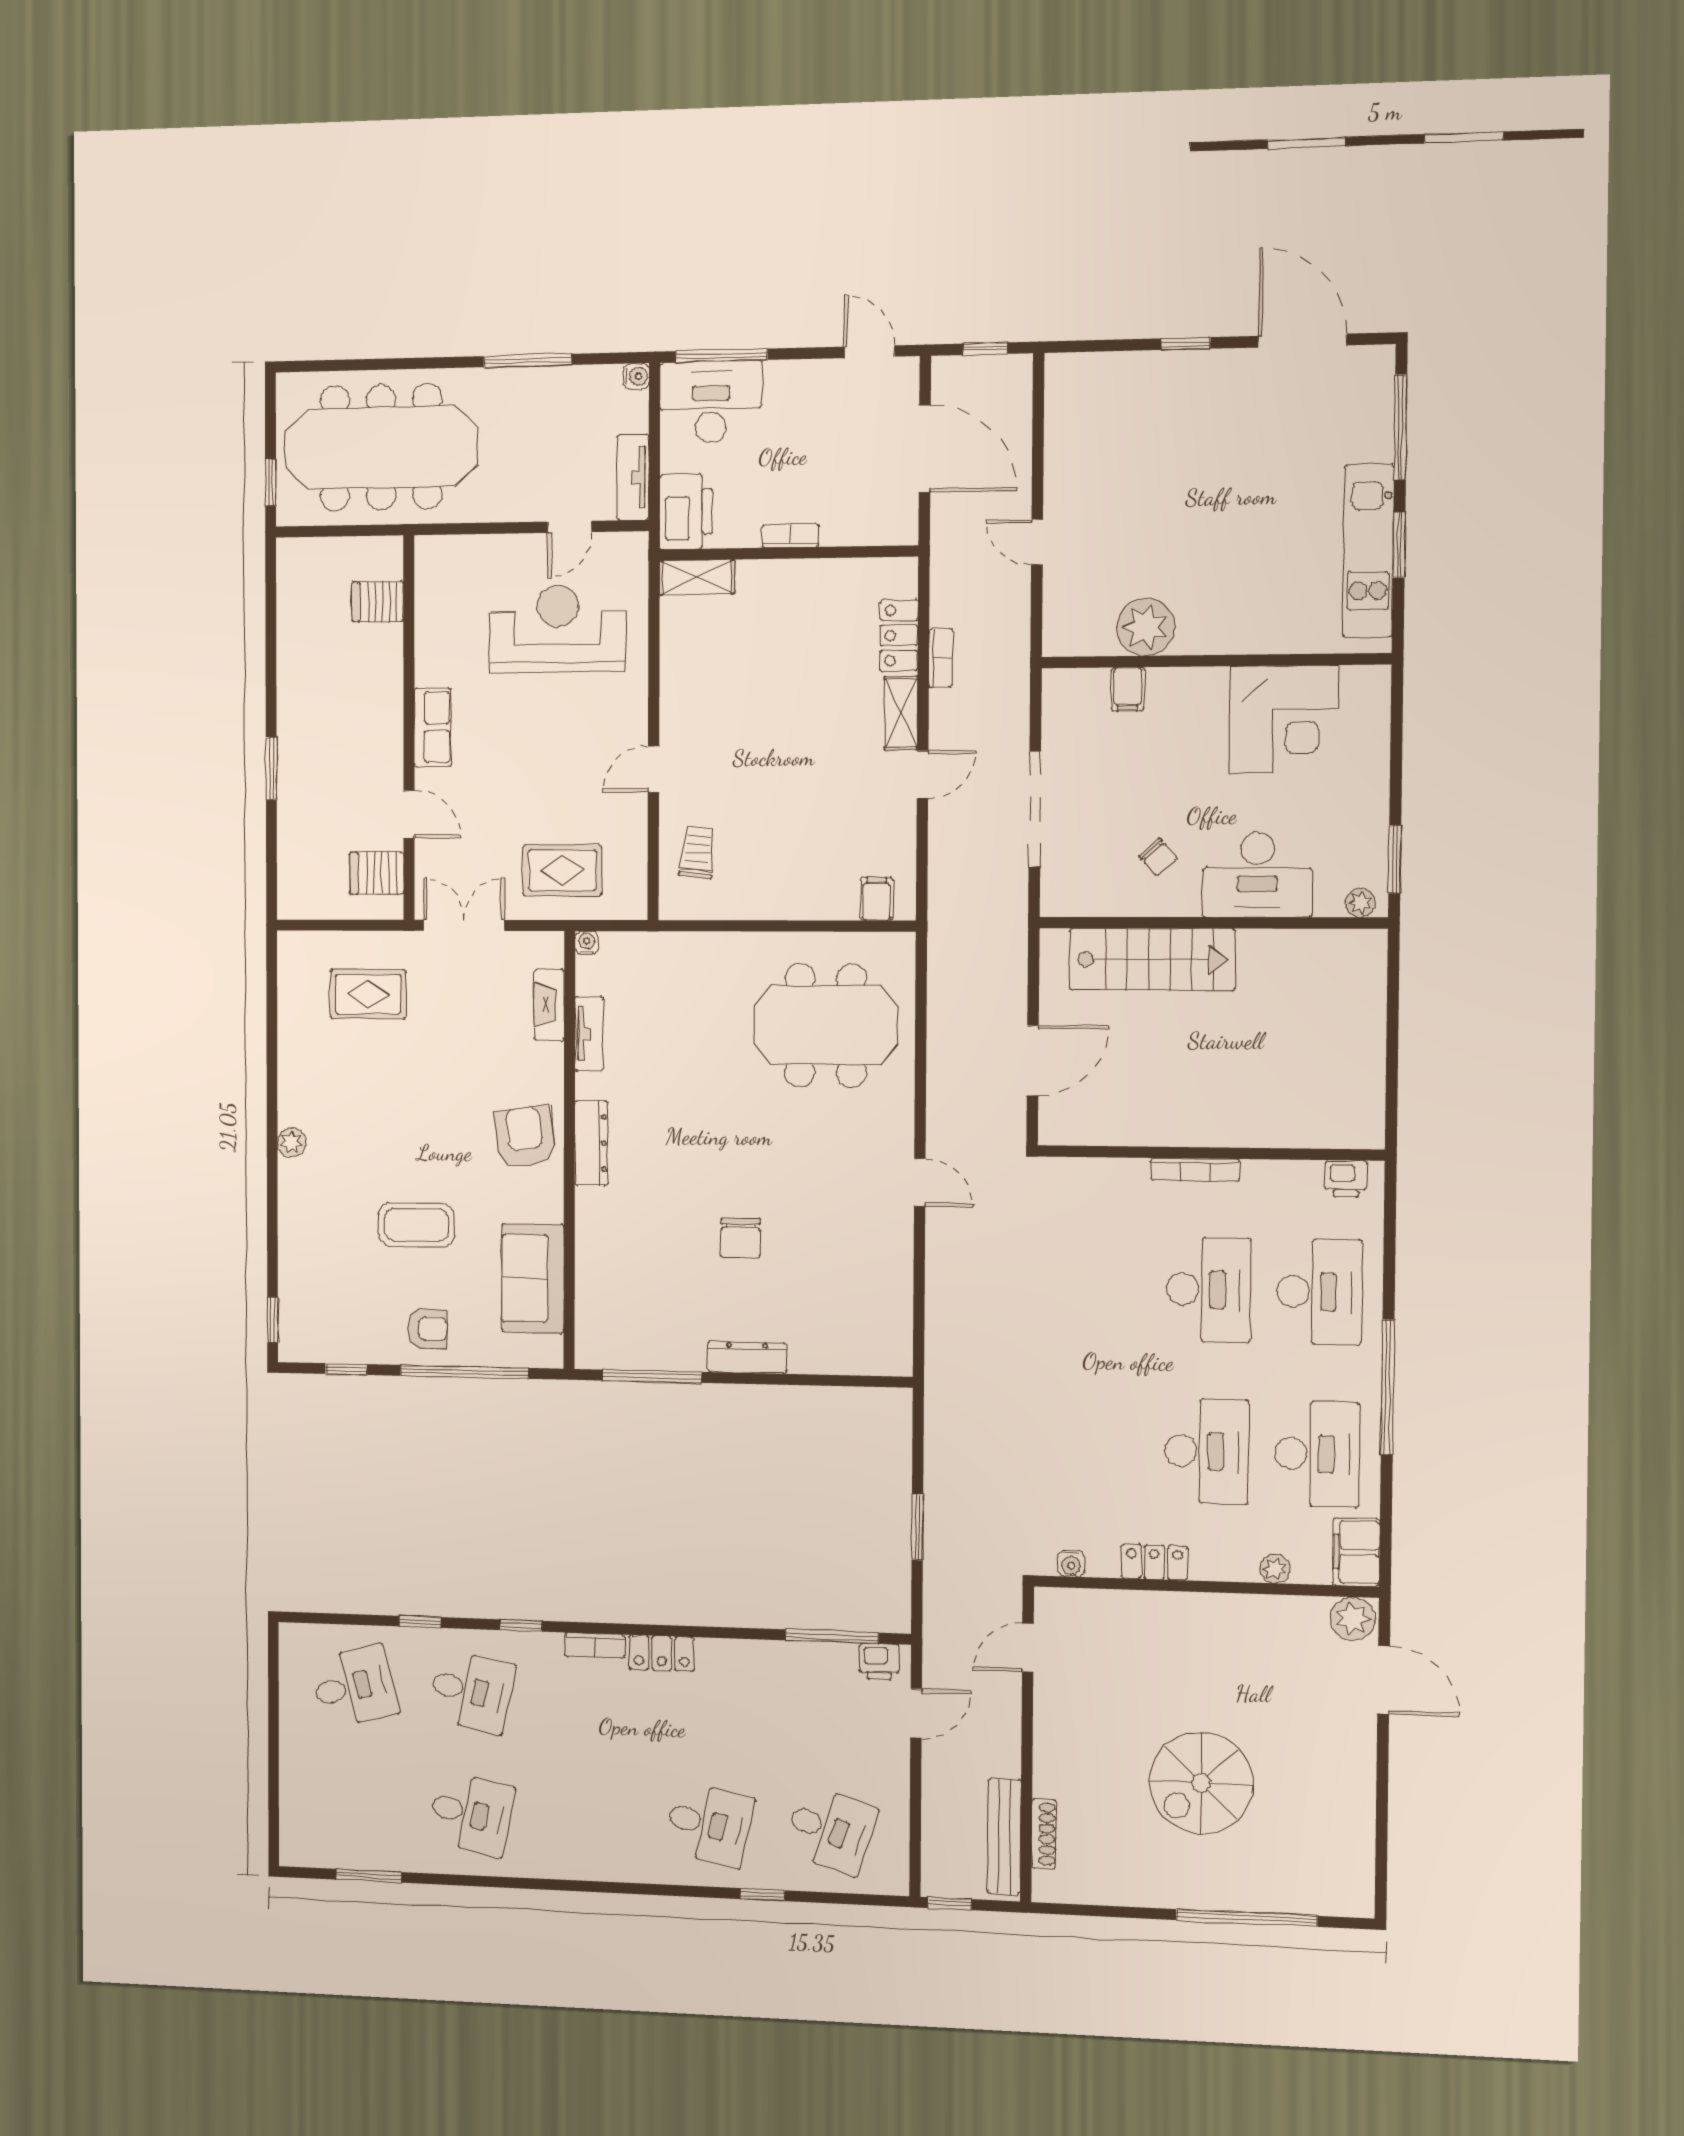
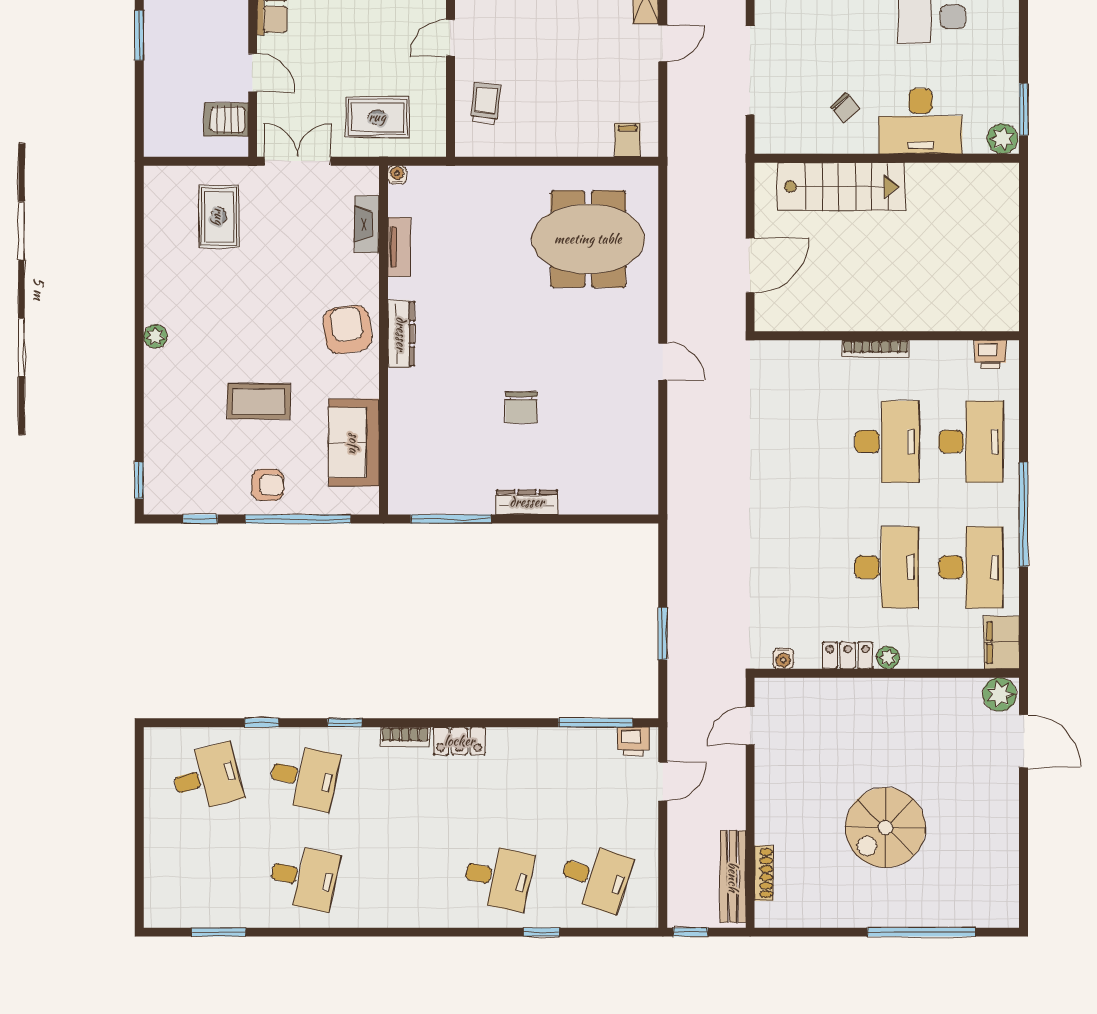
plant: (1360, 903) -> (1002, 139), width x1.38, depth x1.38
rug: (368, 994) -> (219, 216), turned 90
plant: (1275, 1569) -> (888, 658), moved

